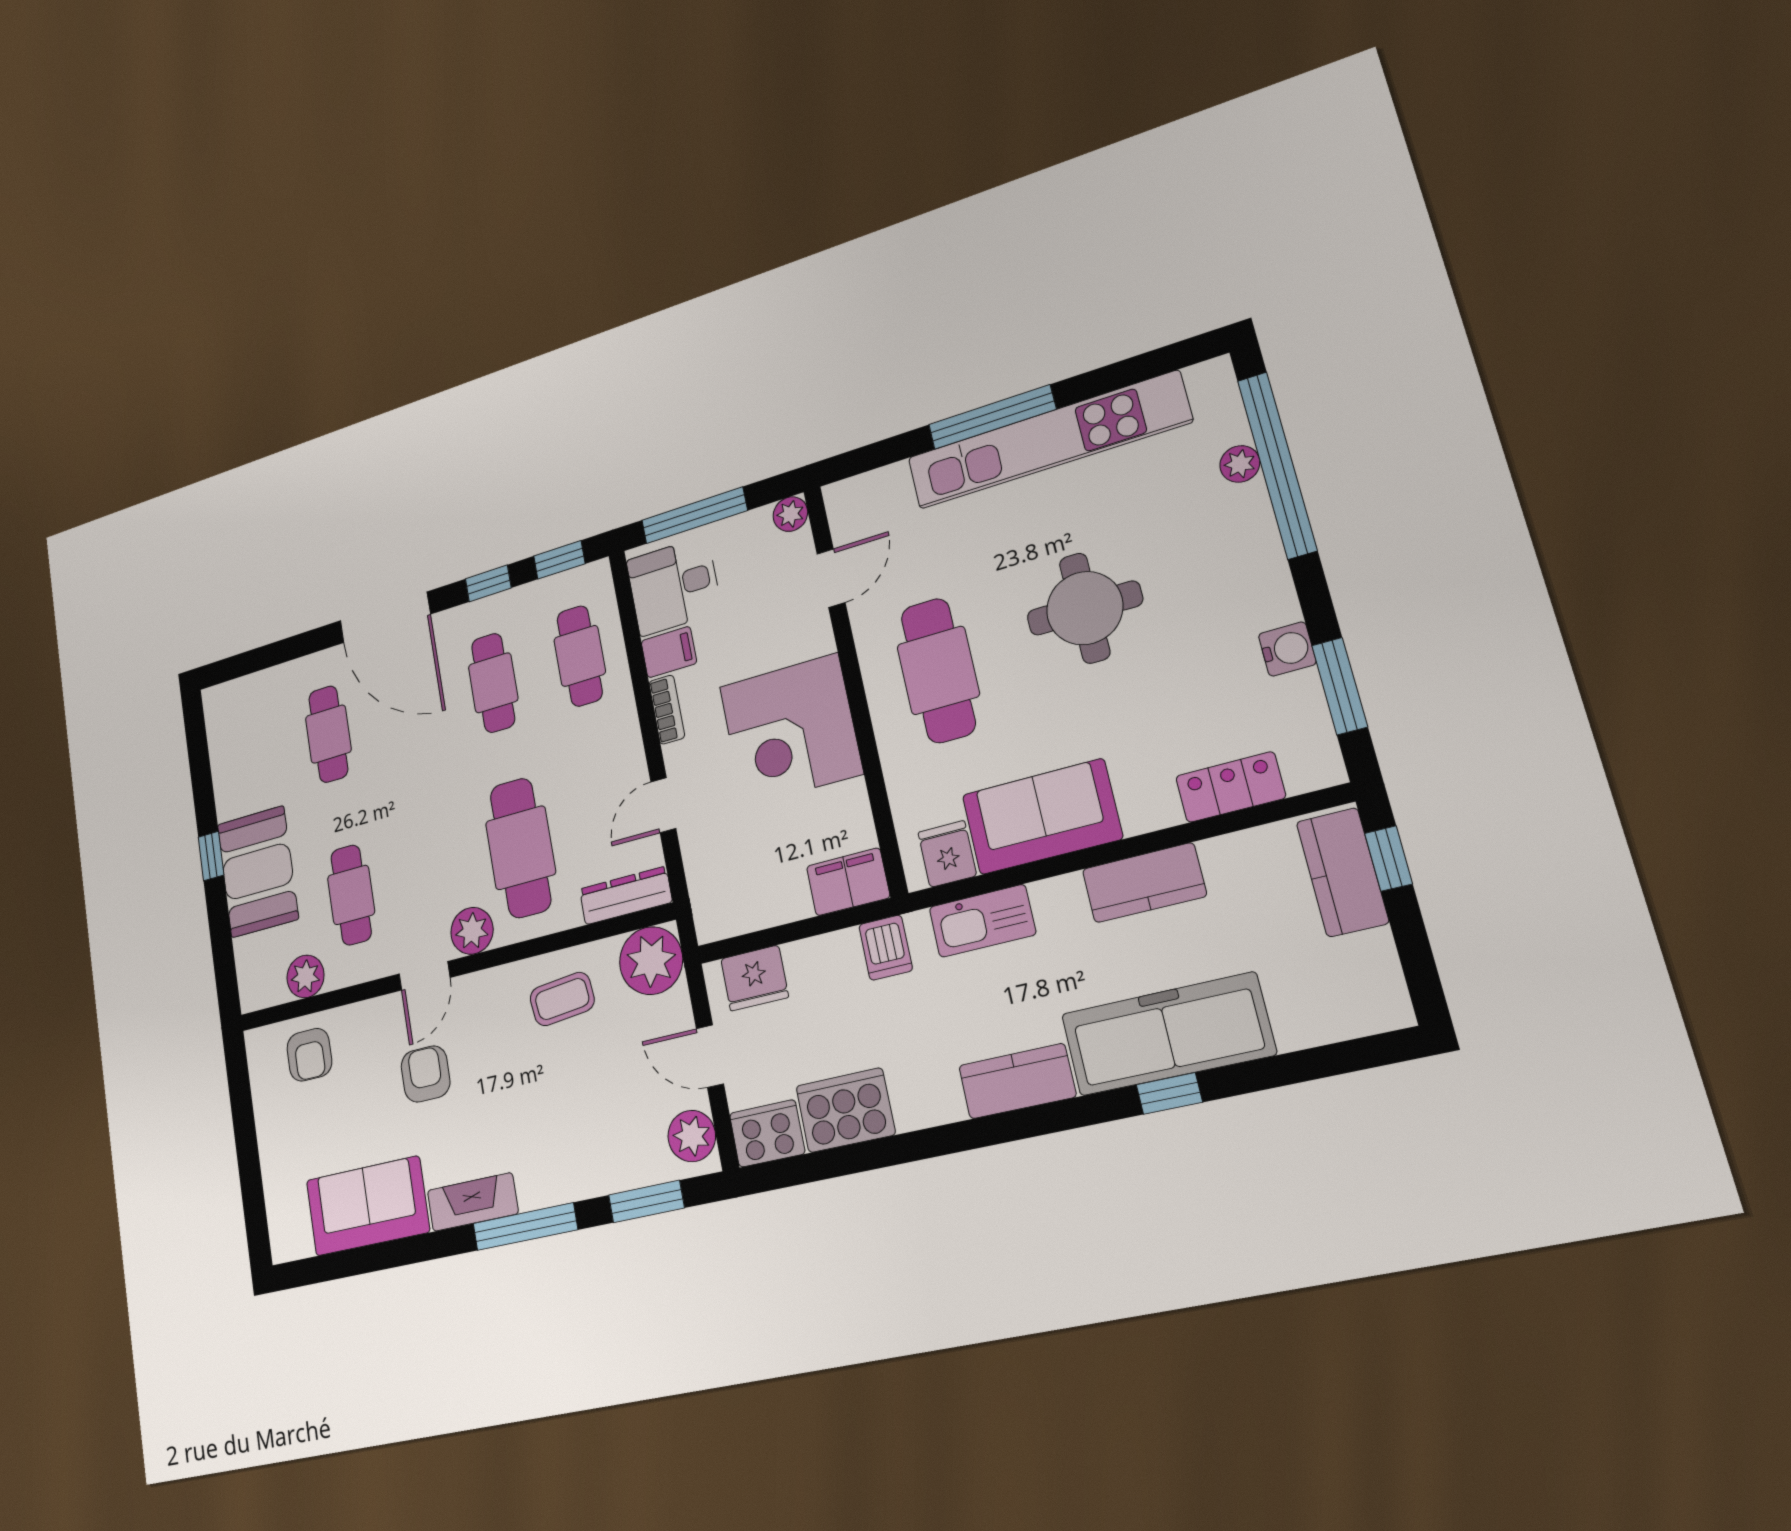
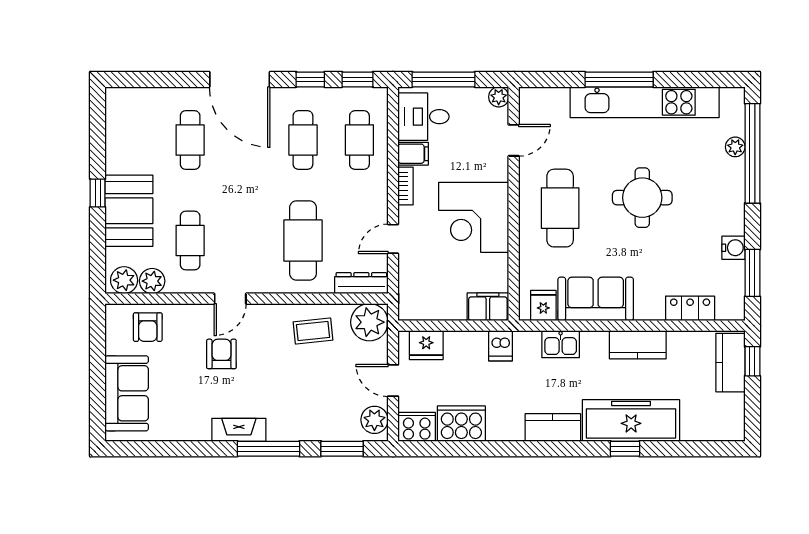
kitchen sink: (982, 921) -> (561, 344), width x0.73
plant: (472, 931) -> (124, 280), moved
sofa: (368, 1206) -> (127, 393), moved, turned 90

